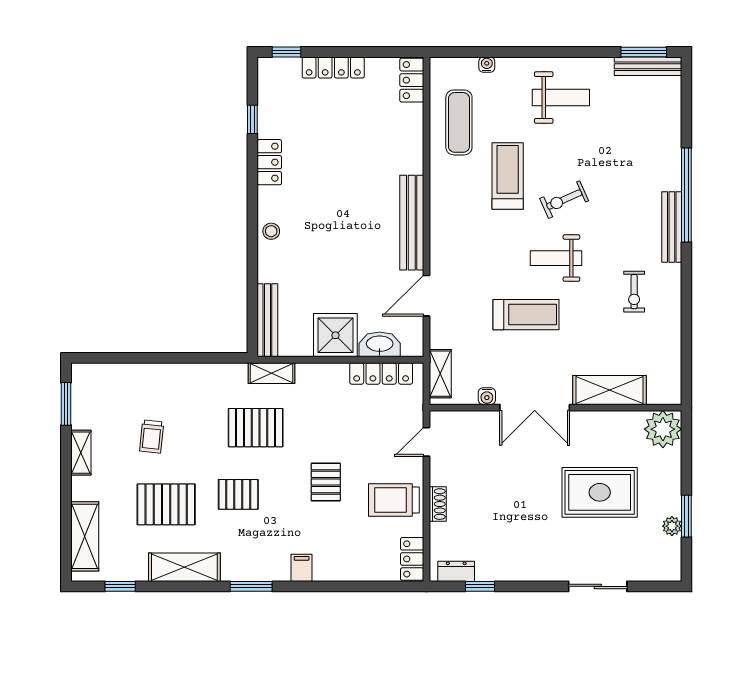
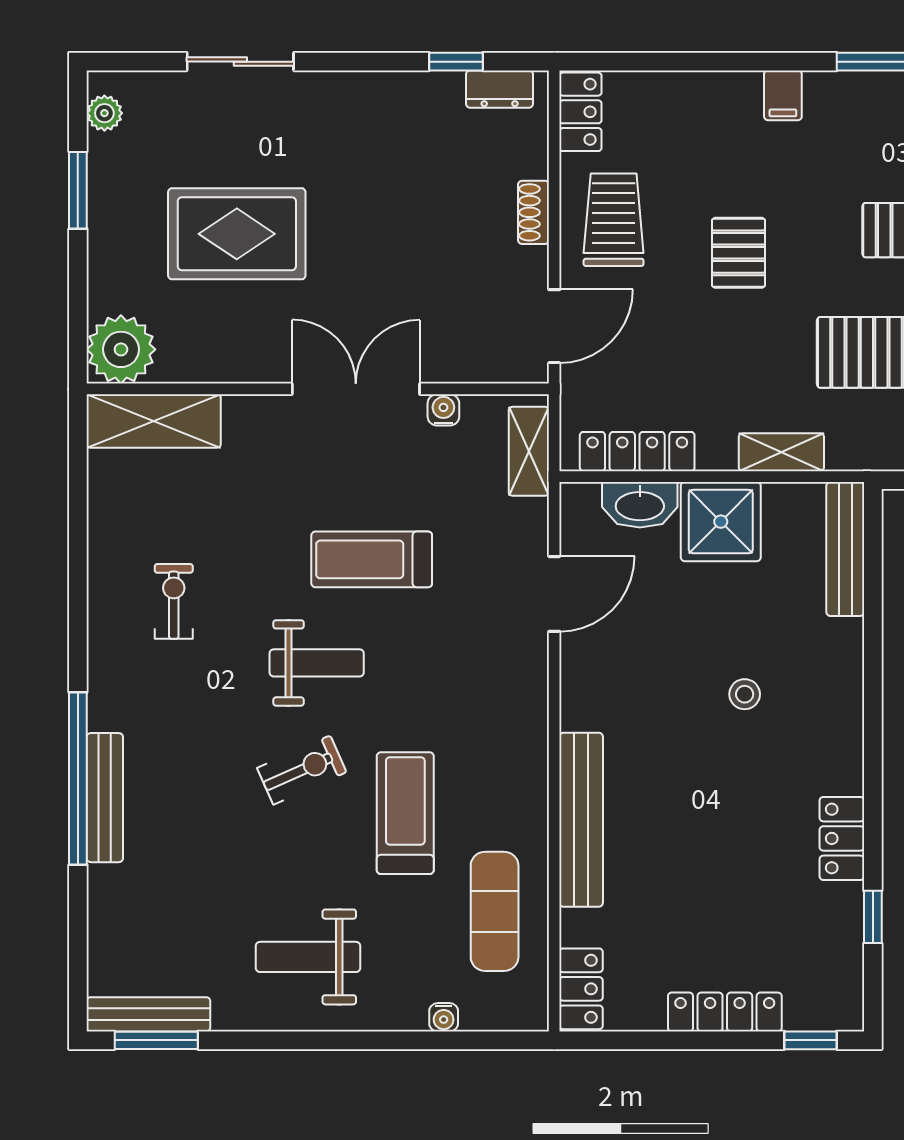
treadmill: (508, 176) -> (405, 813), turned 180
bench: (412, 223) -> (581, 820), moved
bench: (672, 227) -> (105, 798), moved
stool: (271, 231) -> (745, 694), moved
shelving: (271, 373) -> (781, 452), moved
shelving: (609, 390) -> (154, 421), moved
door: (426, 442) -> (554, 326), width x1.38
trolley: (394, 500) -> (614, 220), turned -90
plant: (672, 526) -> (104, 113), moved

